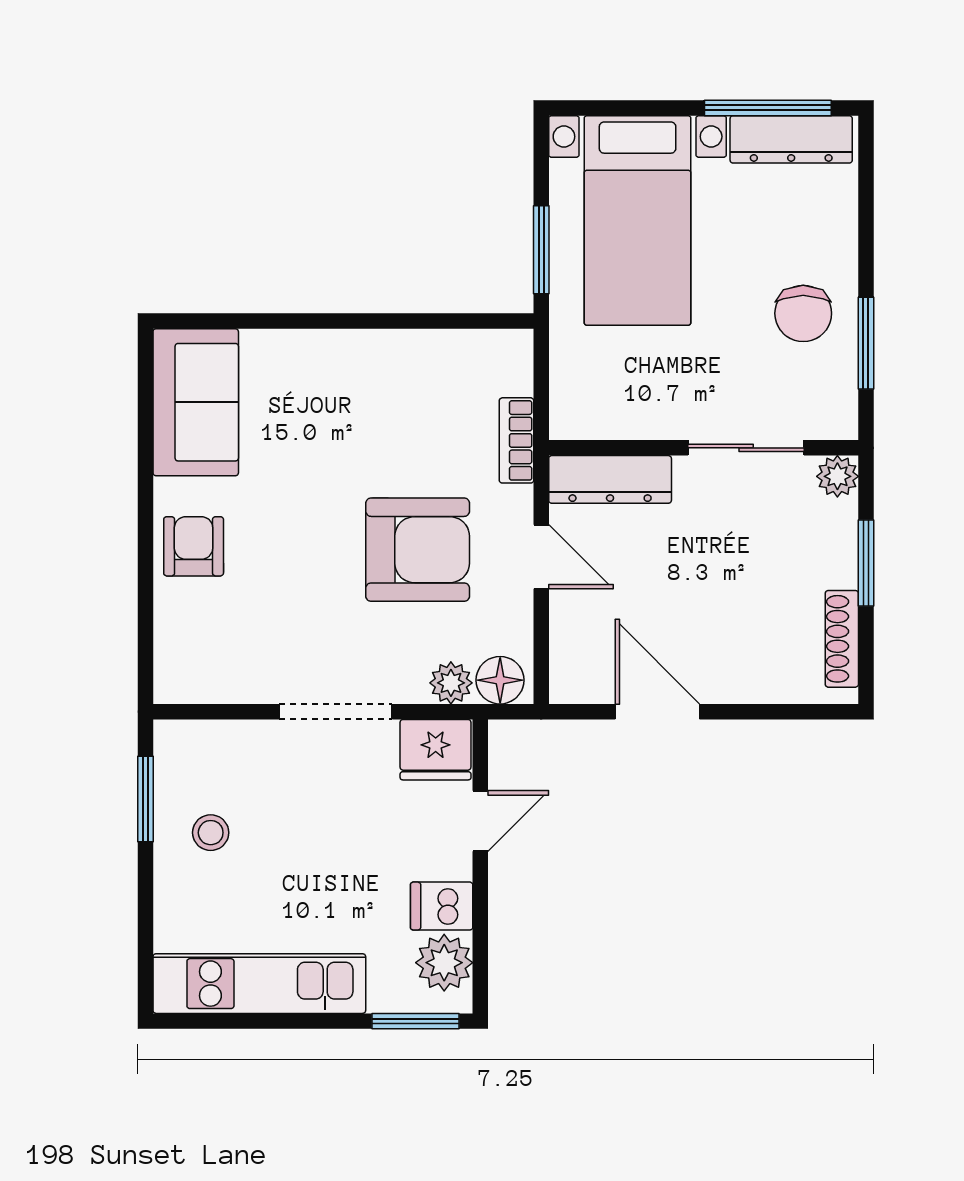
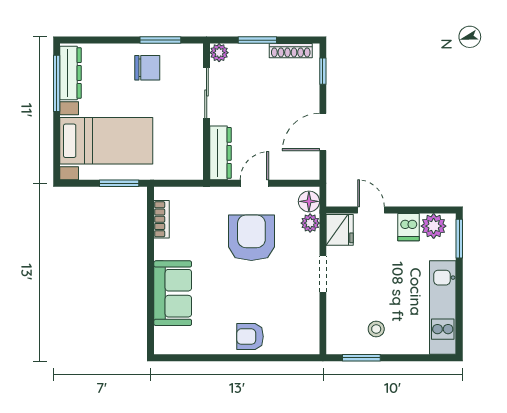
sofa: (196, 402) -> (173, 293), moved, turned 90
bookcase: (517, 440) -> (161, 219), moved, turned -90
doorway: (336, 712) -> (323, 274), width x0.73
window: (795, 712) -> (323, 71), added

